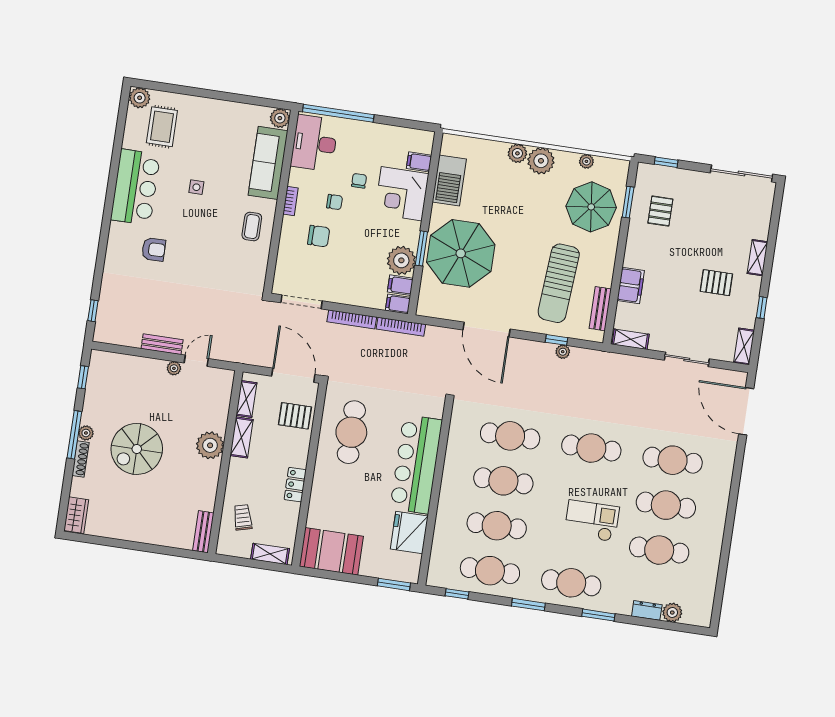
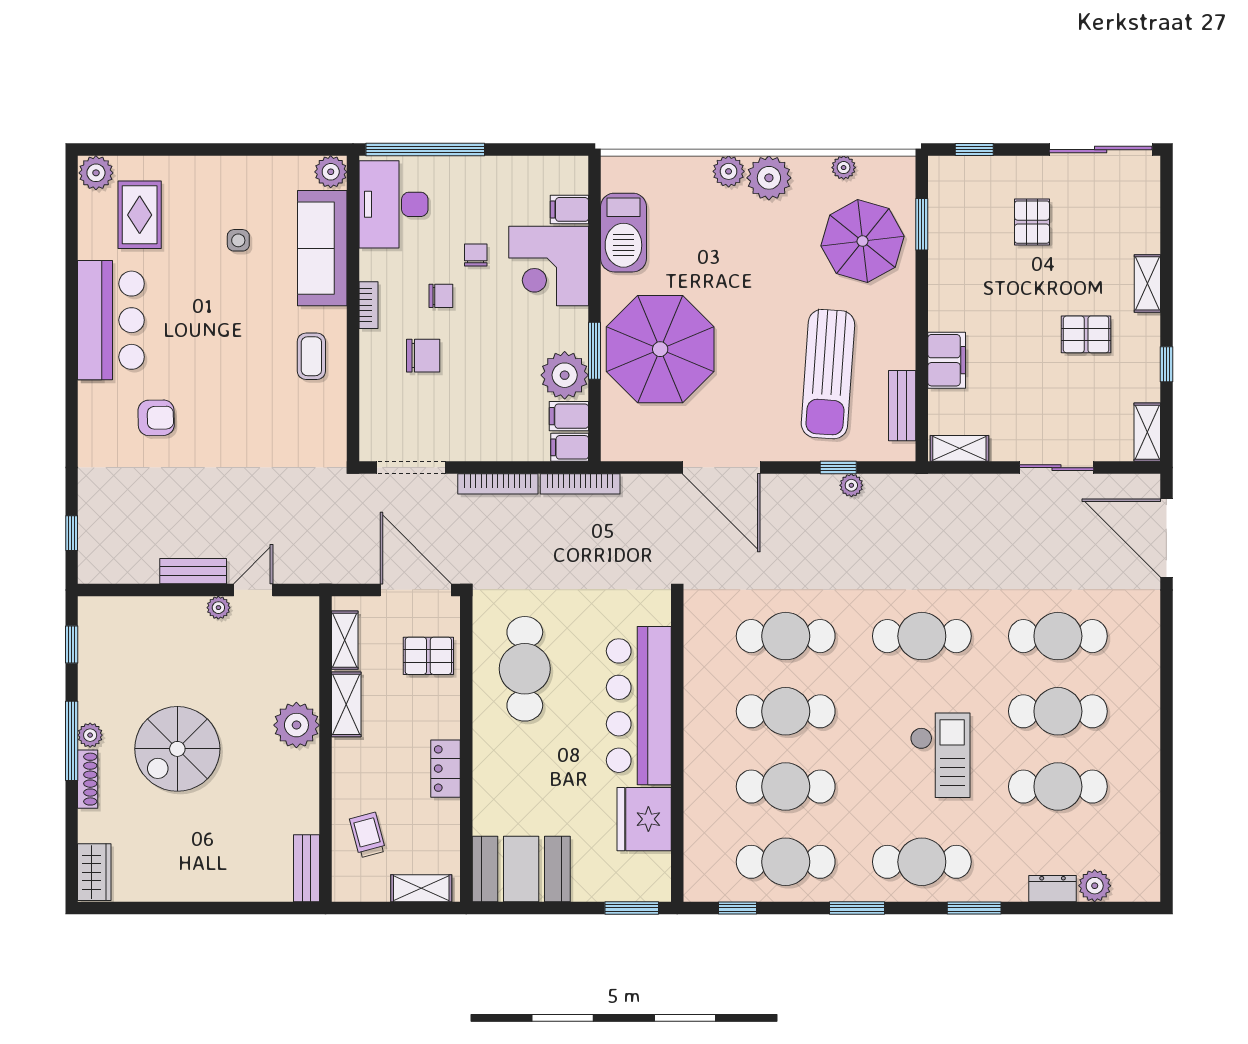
side table: (196, 187) -> (238, 240), moved
pallet: (660, 211) -> (1032, 222), moved
checkout: (592, 521) -> (940, 755), turned 90

